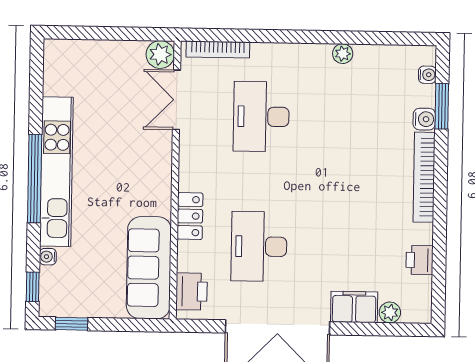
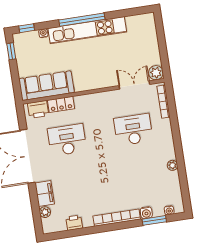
locker: (190, 216) -> (61, 104), moved

